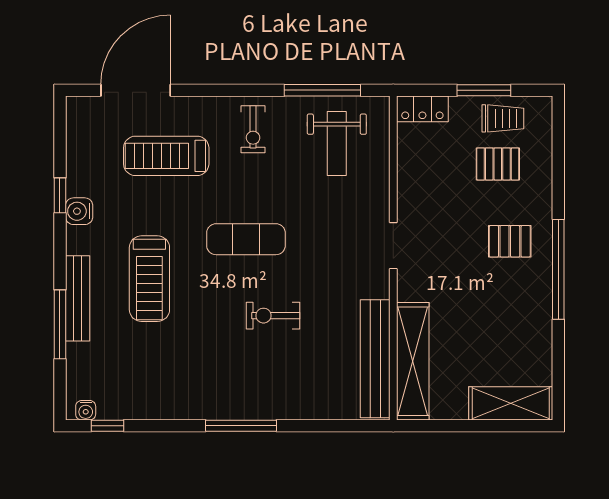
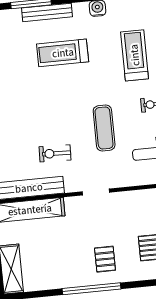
exercise mat: (246, 239) -> (104, 128), moved
exercise bike: (273, 316) -> (55, 153), moved, turned -88

